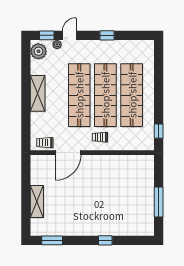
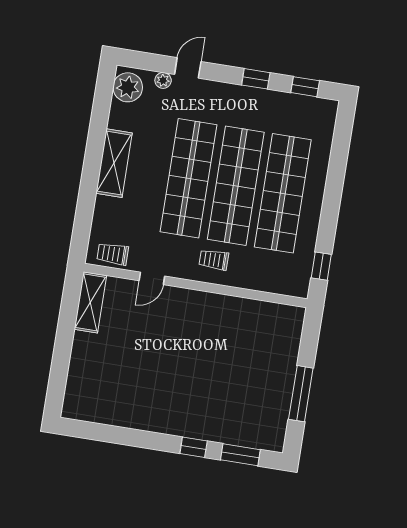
window: (47, 35) -> (305, 87), moved
door: (68, 153) -> (152, 278), width x0.53
shelving: (37, 202) -> (90, 302), moved
window: (52, 240) -> (240, 455), moved

